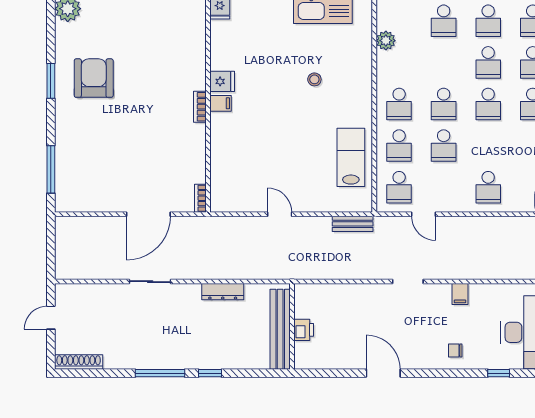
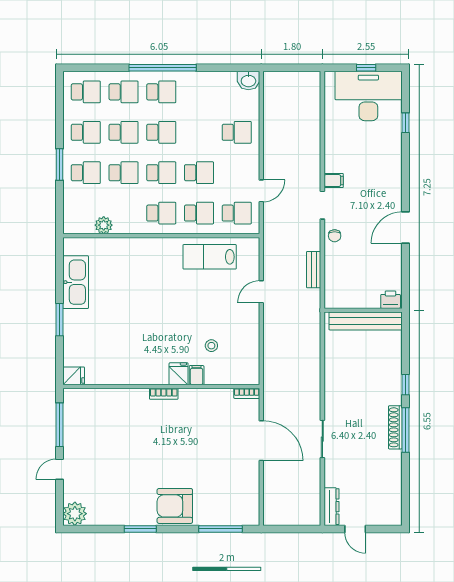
school desk: (444, 62) -> (123, 173), added
armchair: (94, 78) -> (175, 506), moved
stool: (314, 79) -> (211, 346), moved
fridge: (222, 81) -> (179, 374), moved
filing cabinet: (220, 103) -> (197, 375), moved
door: (280, 214) -> (261, 292), moved
bench: (353, 224) -> (314, 270), moved
dresser: (223, 292) -> (331, 507), moved
filing cabinet: (460, 294) -> (334, 181), moved
printer: (304, 330) -> (391, 300), moved
chair: (455, 351) -> (335, 236), moved
shoe rack: (79, 362) -> (395, 427), moved

